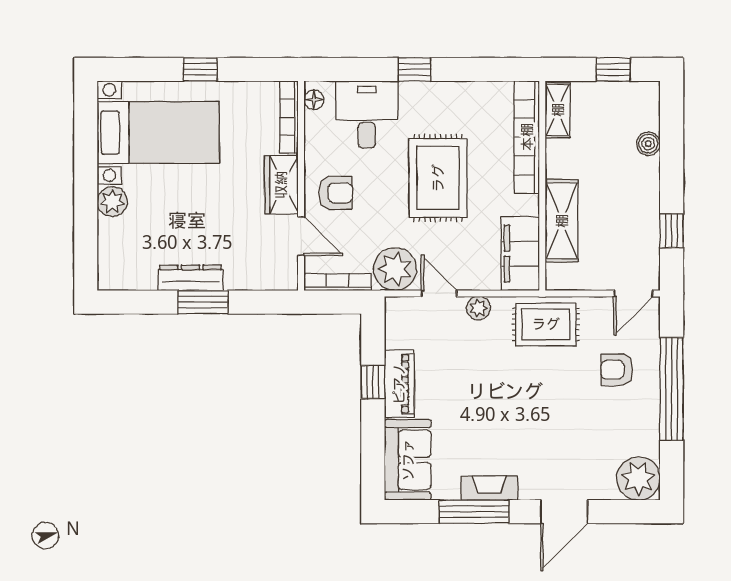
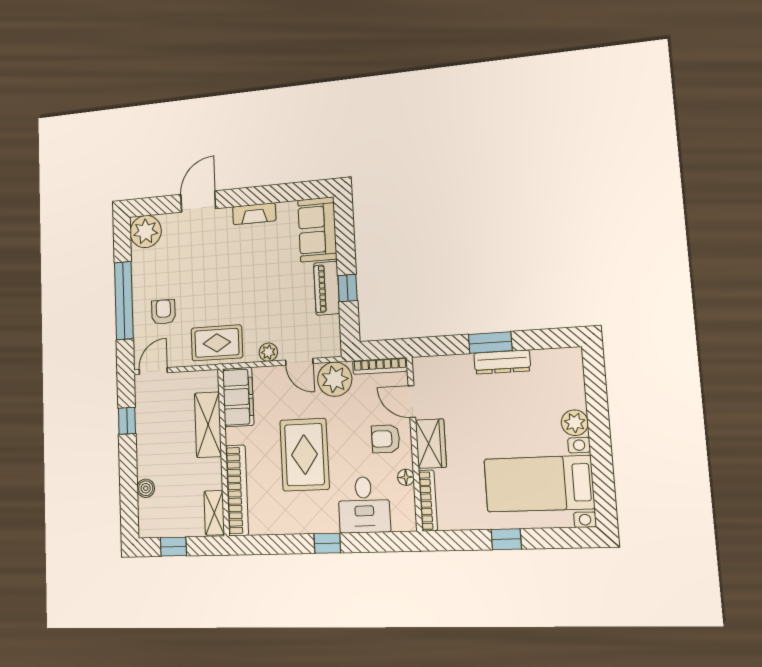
floor lamp: (314, 100) -> (406, 477), moved
armchair: (617, 370) -> (163, 312), turned -90
window: (474, 512) -> (265, 195), removed

